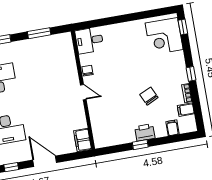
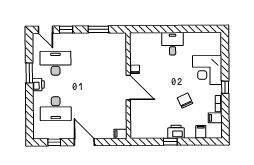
window: (183, 27) -> (225, 45), removed
corner desk: (164, 36) -> (207, 70), moved
desk: (89, 40) -> (172, 44), moved, turned 90
door: (83, 92) -> (128, 87), width x1.87
filing cabinet: (82, 140) -> (121, 134), width x0.50

